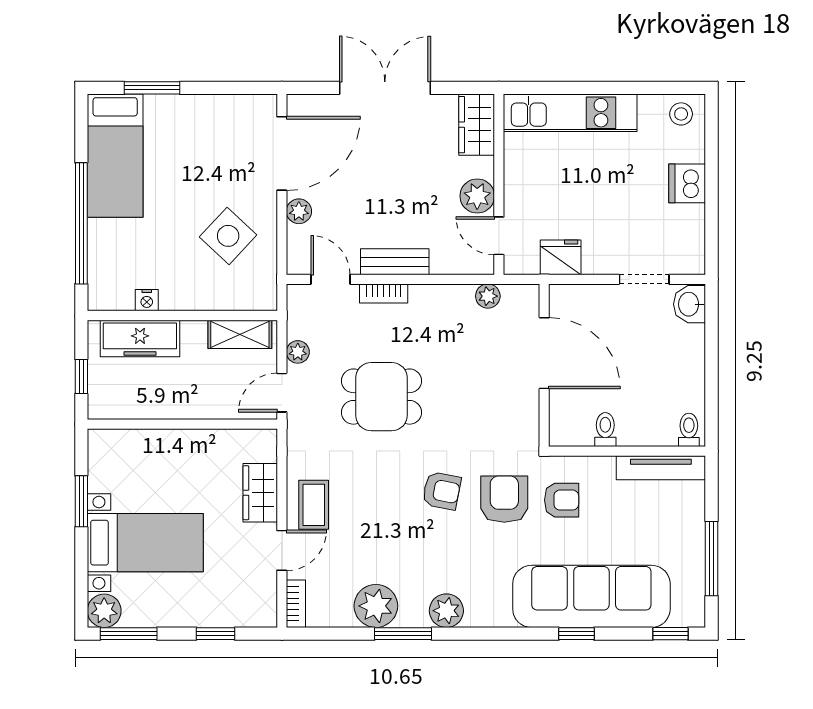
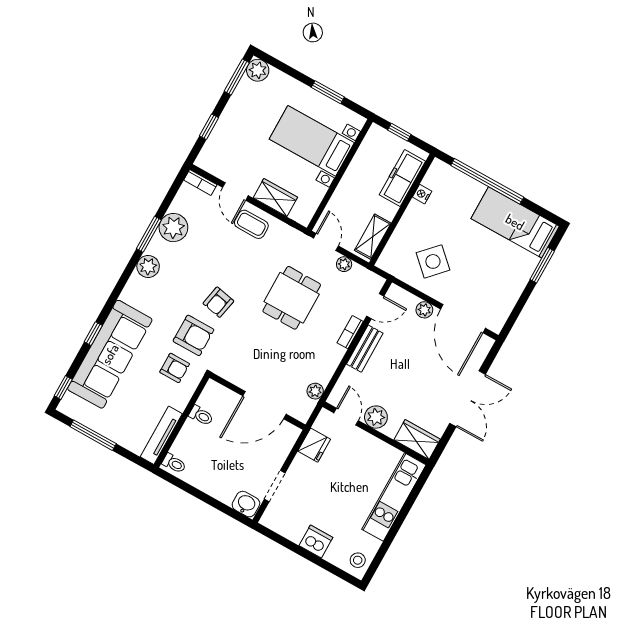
door: (499, 236) -> (346, 417), hinge flipped
armchair: (562, 500) -> (175, 368), turned -90
bed with nightstands: (145, 543) -> (312, 141), moved, turned 90

